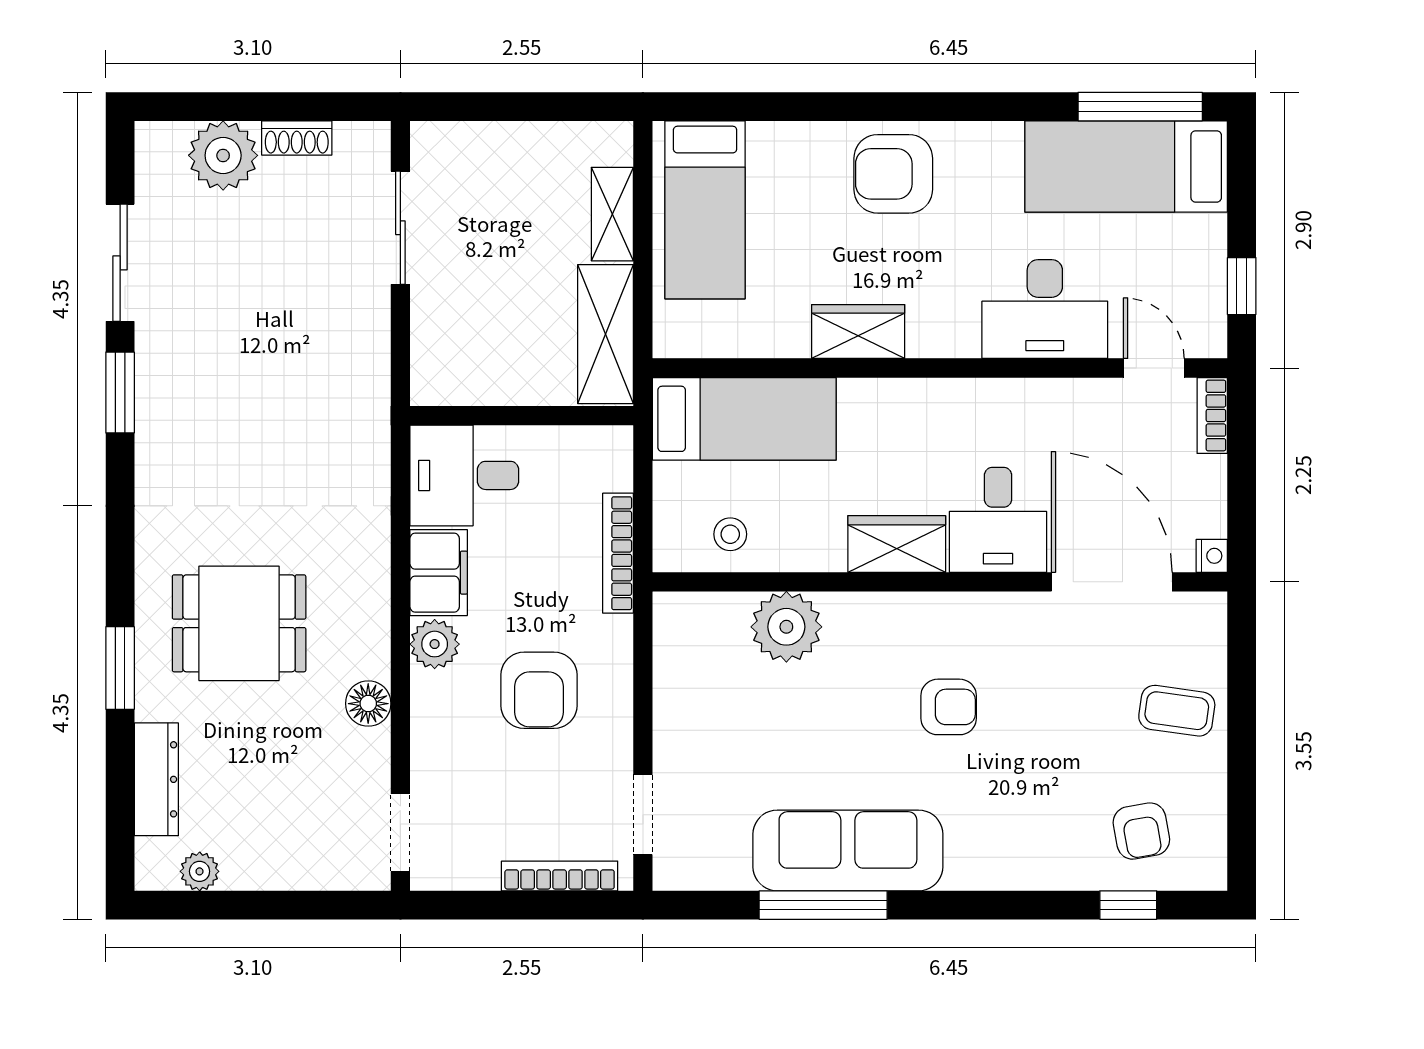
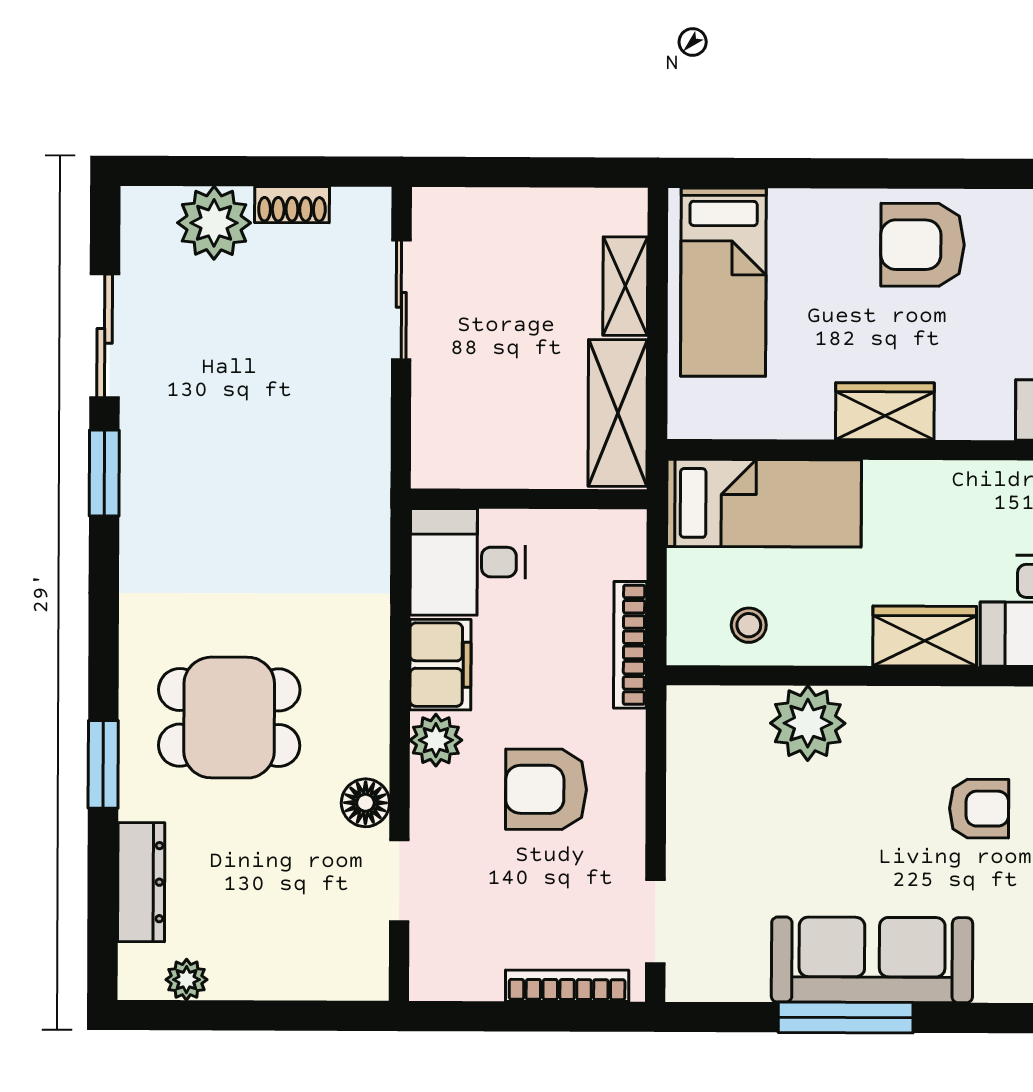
armchair: (539, 690) -> (546, 789), turned 90
doorway: (400, 833) -> (399, 881), moved

